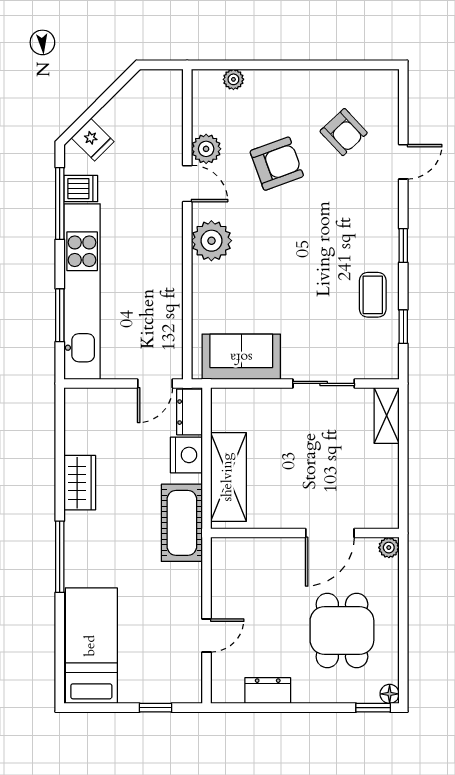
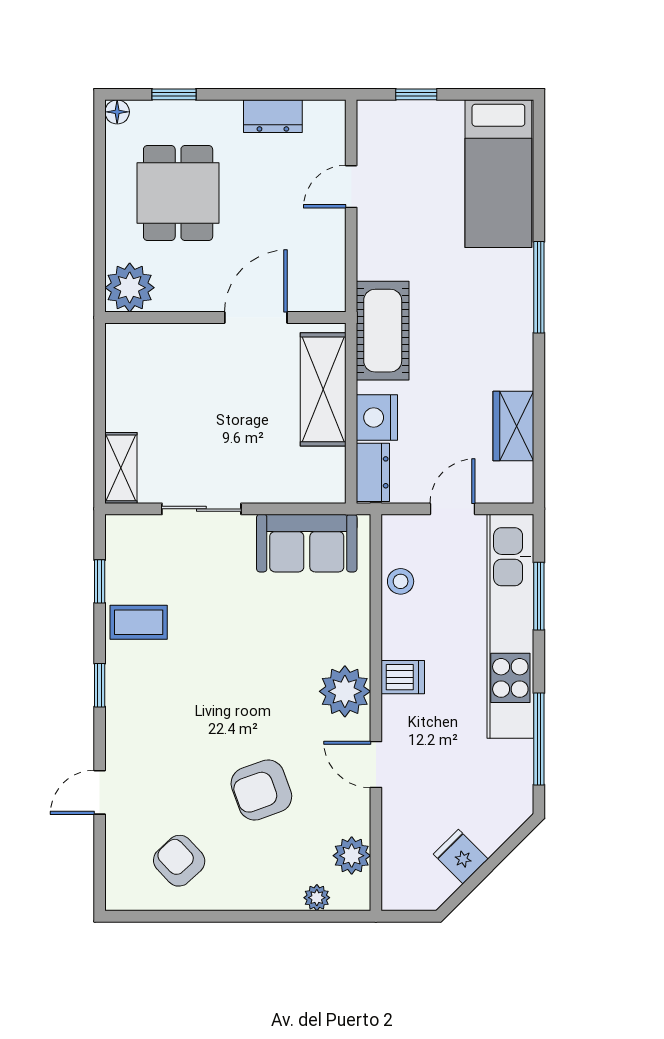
armchair: (344, 132) -> (179, 861), moved
fridge: (93, 140) -> (461, 857), moved
plant: (206, 149) -> (352, 856), moved
dishwasher: (81, 189) -> (403, 677), moved, turned 180
coffee table: (373, 295) -> (139, 622), turned 90
stool: (168, 327) -> (401, 581), added
door: (155, 383) -> (453, 509), moved
wardrobe: (80, 483) -> (513, 426), moved
door: (330, 533) -> (256, 318), moved
plant: (389, 548) -> (130, 288), width x1.87, depth x1.87
window: (373, 708) -> (174, 94), moved

